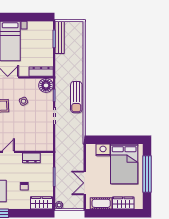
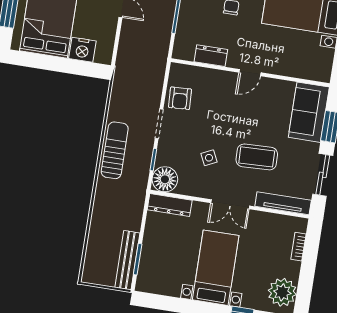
armchair: (45, 132) -> (180, 98), added

